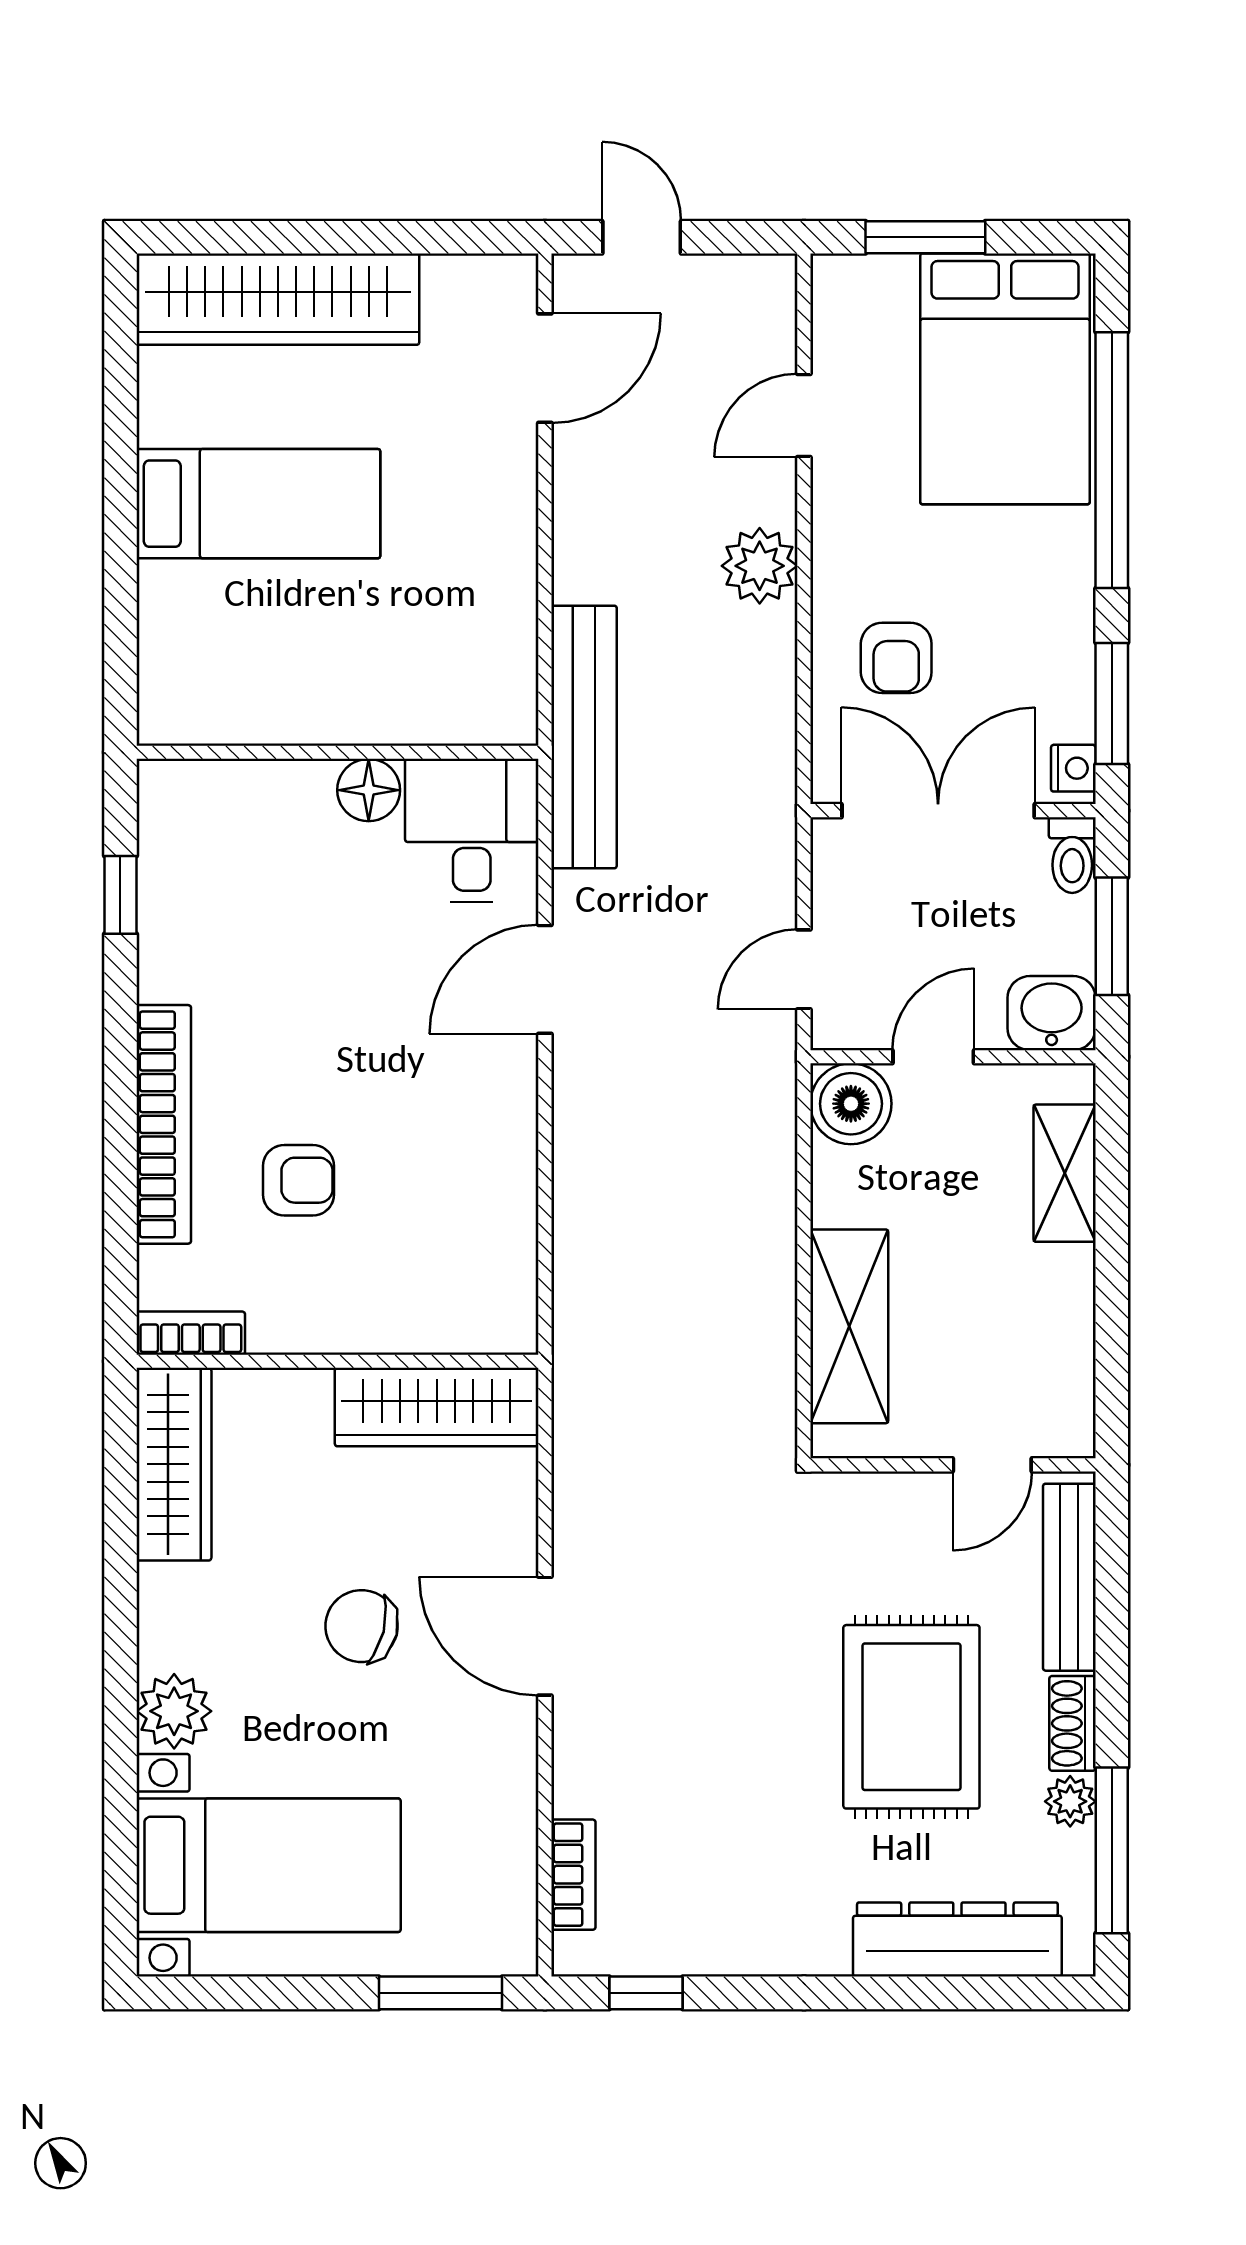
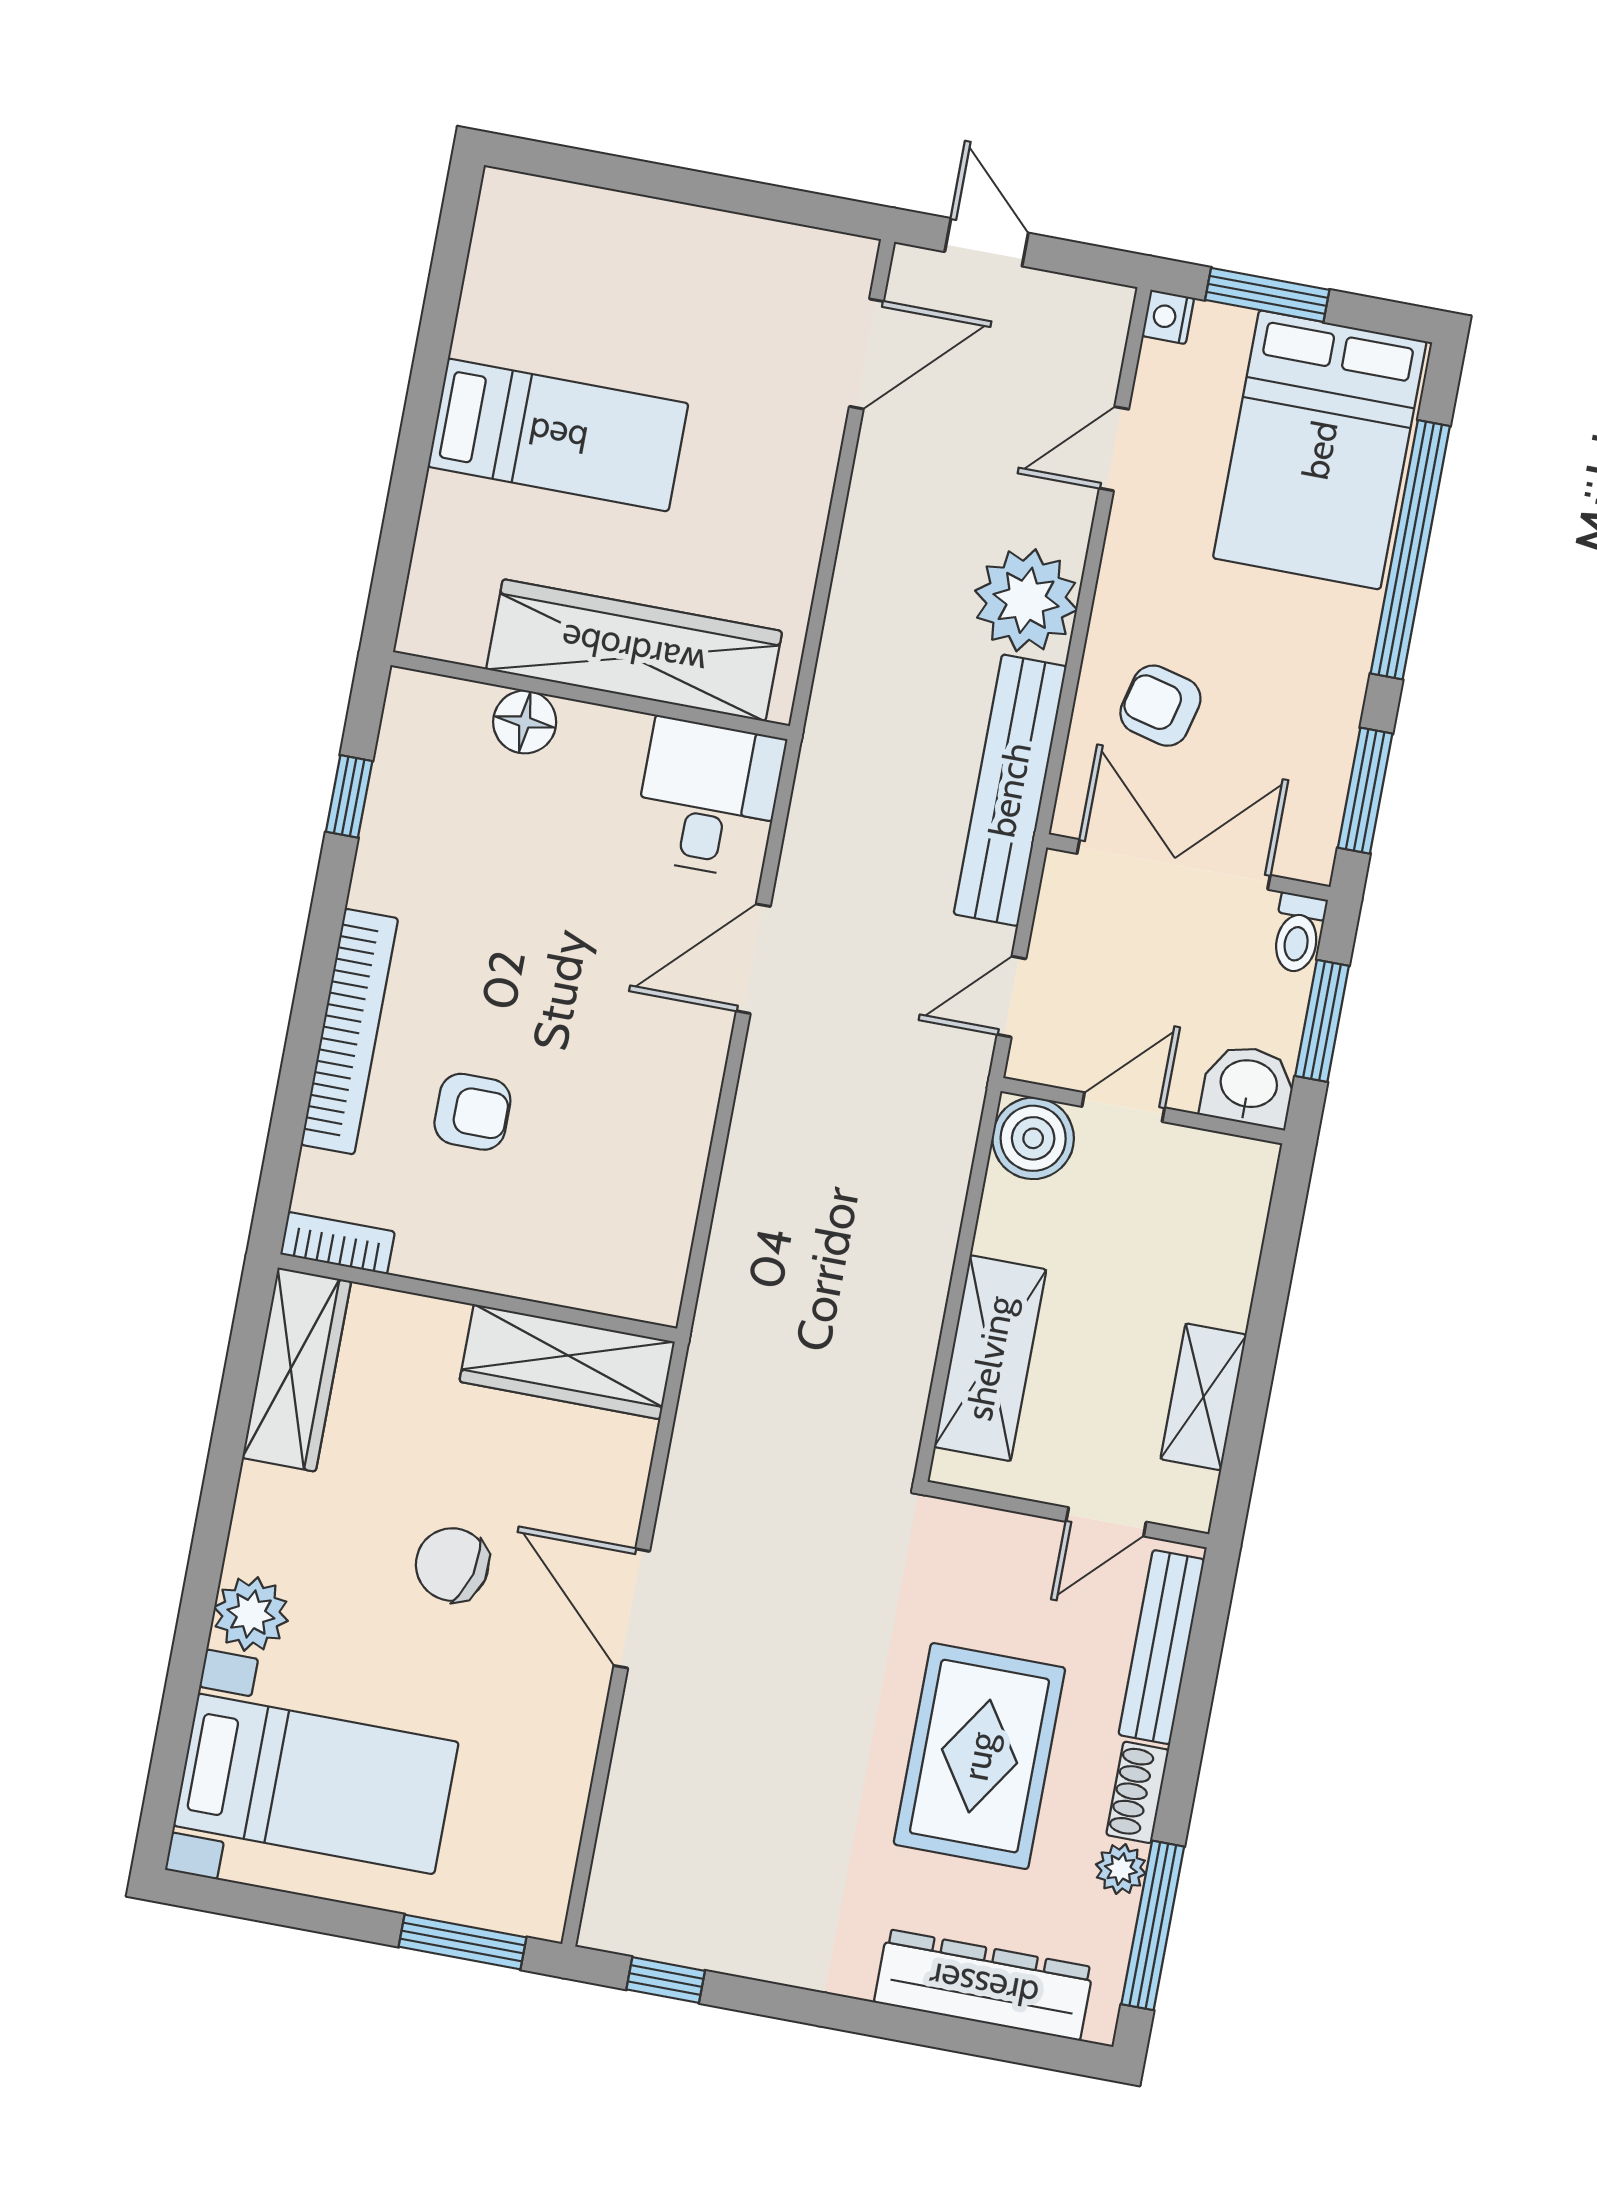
wardrobe: (278, 299) -> (634, 650), moved, turned 180
plant: (760, 566) -> (1026, 600), width x1.36, depth x1.36
armchair: (896, 658) -> (1160, 706), turned 104
bench: (584, 737) -> (1010, 790), moved
nightstand: (1073, 768) -> (1168, 317), moved, turned 180
floor lamp: (369, 790) -> (525, 722), moved
shelving: (1065, 1173) -> (1203, 1397), moved
bookcase: (573, 1875) -> (616, 1850), removed

